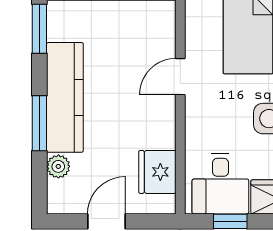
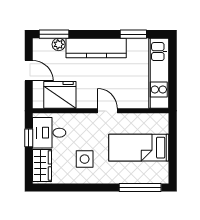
window: (39, 123) -> (54, 34), moved
fridge: (157, 172) -> (60, 95), width x1.36, depth x1.34

